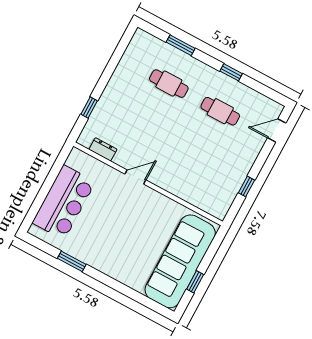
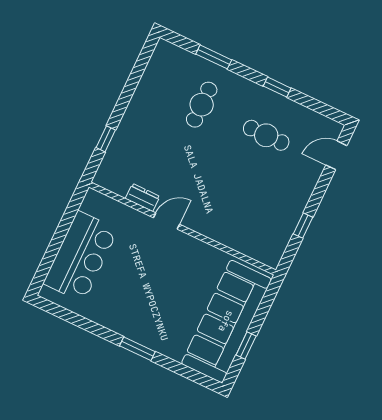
cafe table: (169, 84) -> (202, 105), turned 90
dresser: (103, 149) -> (143, 197), moved
window: (72, 261) -> (137, 349), moved

